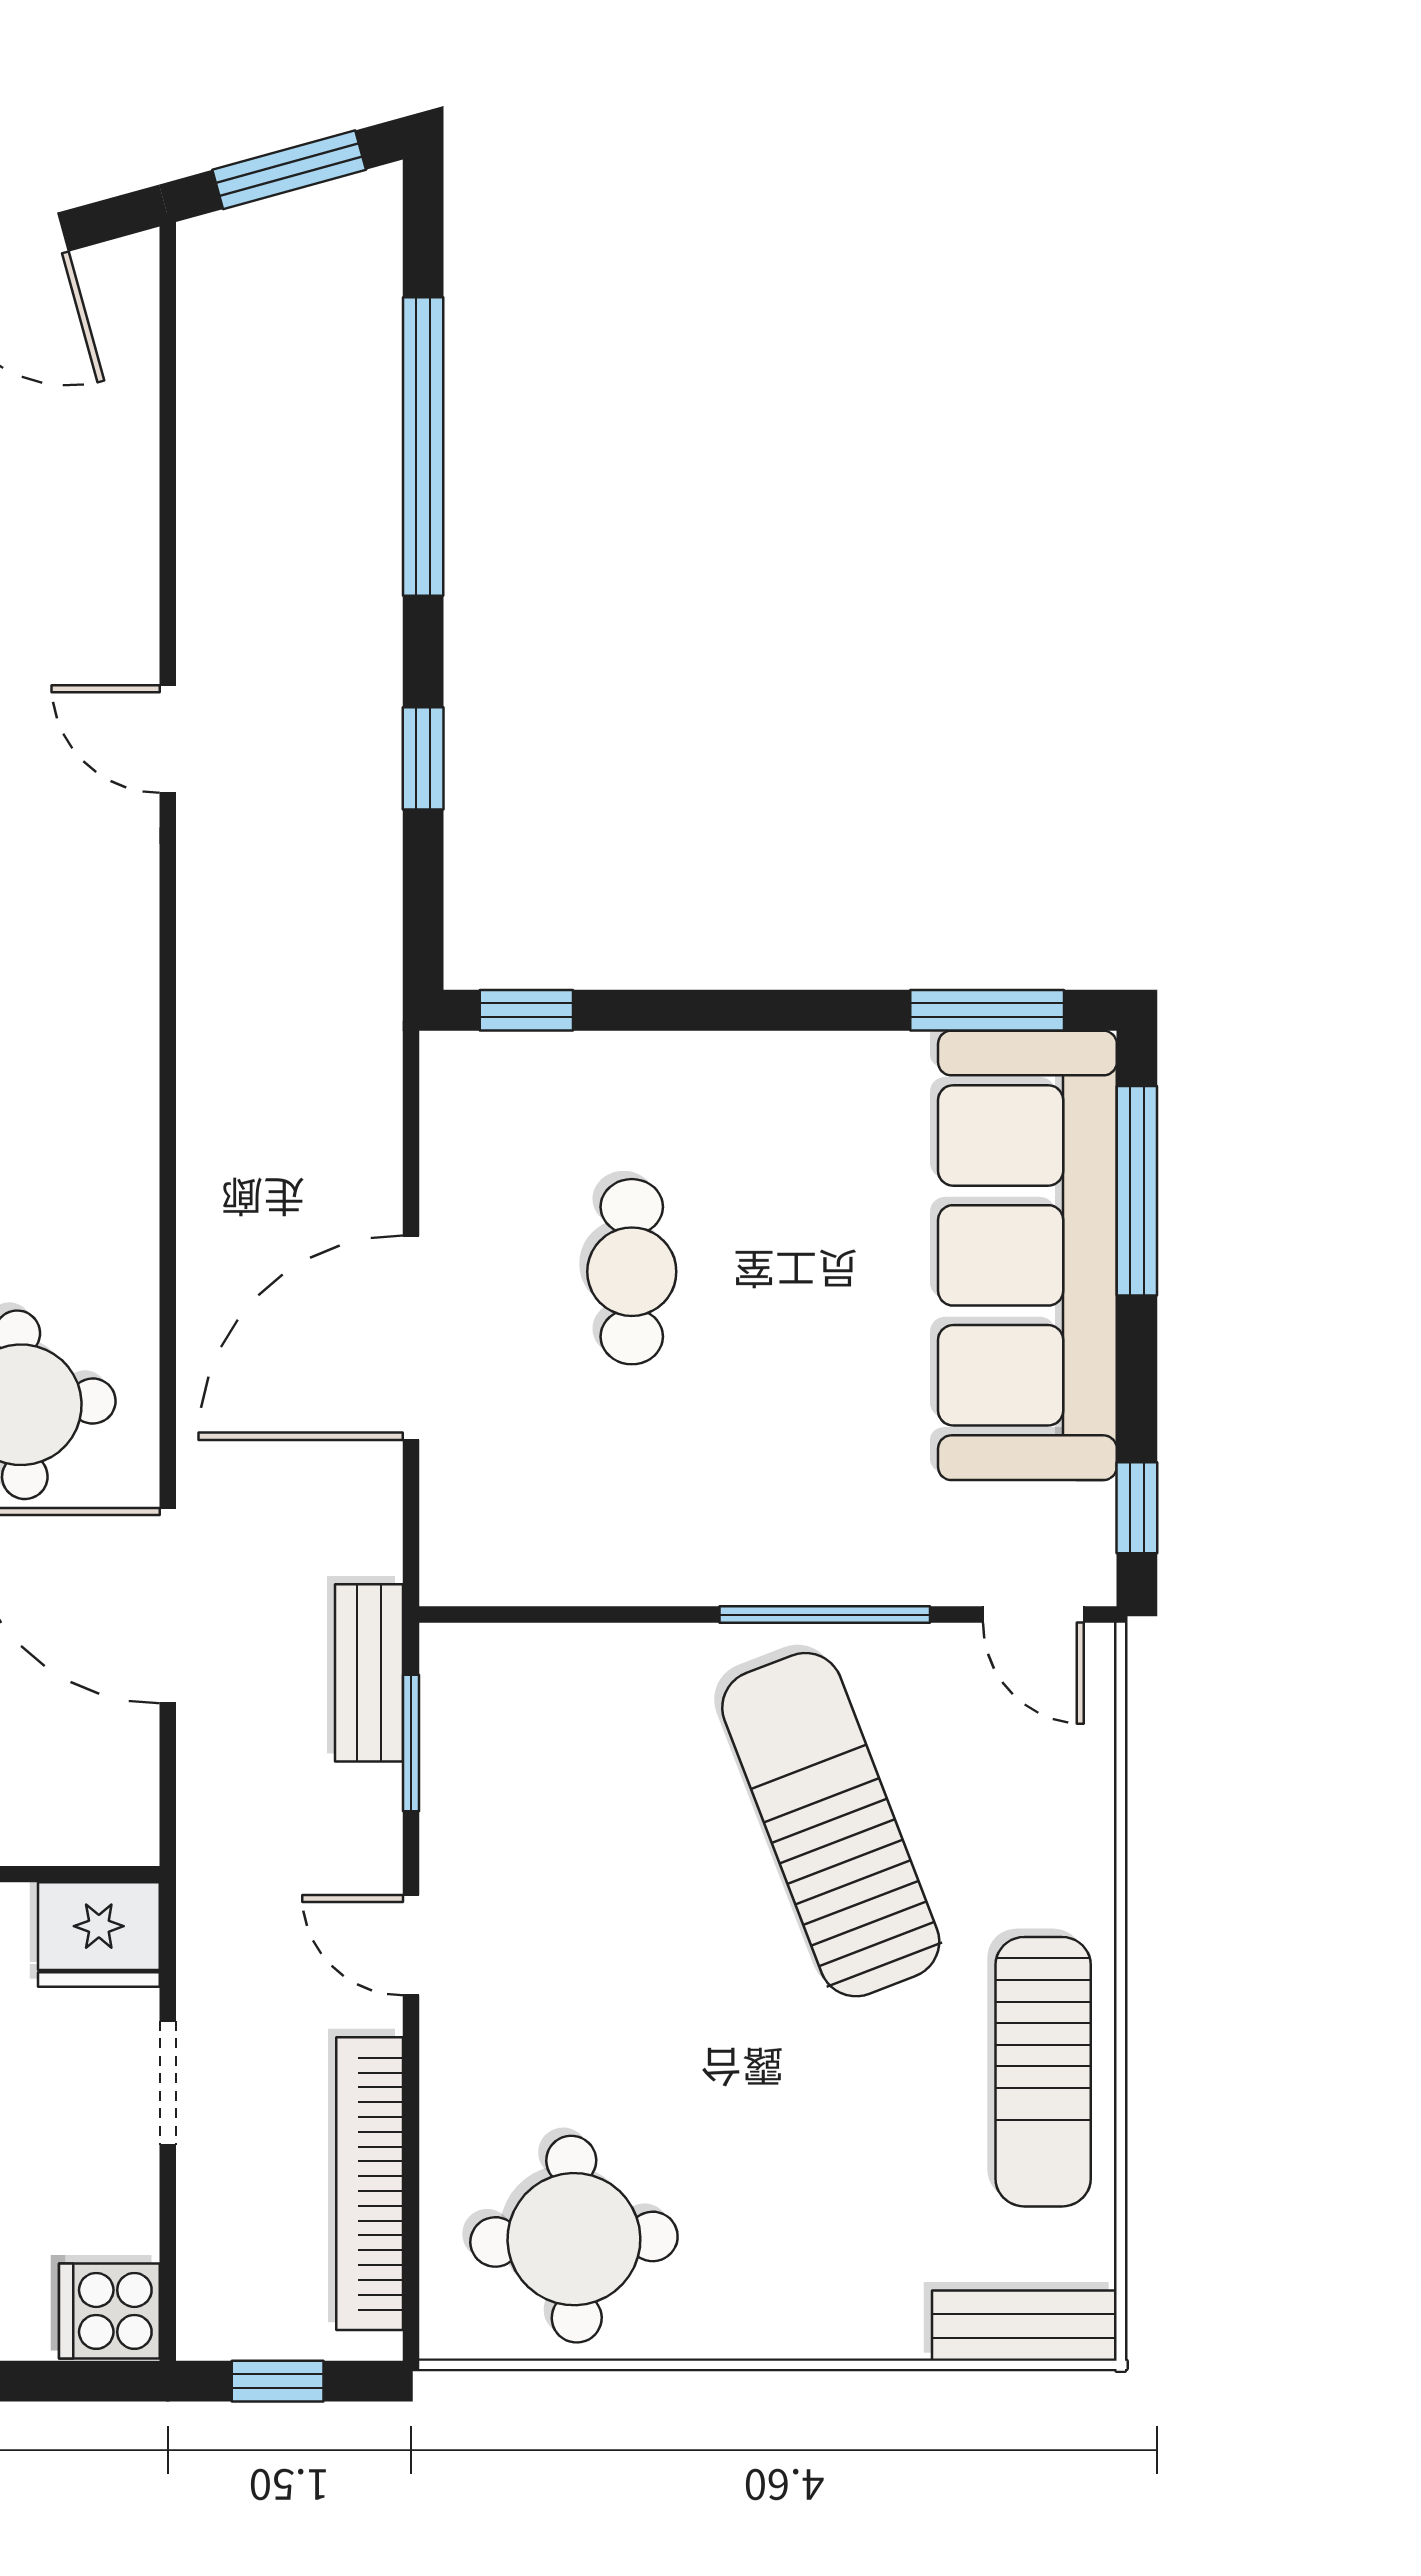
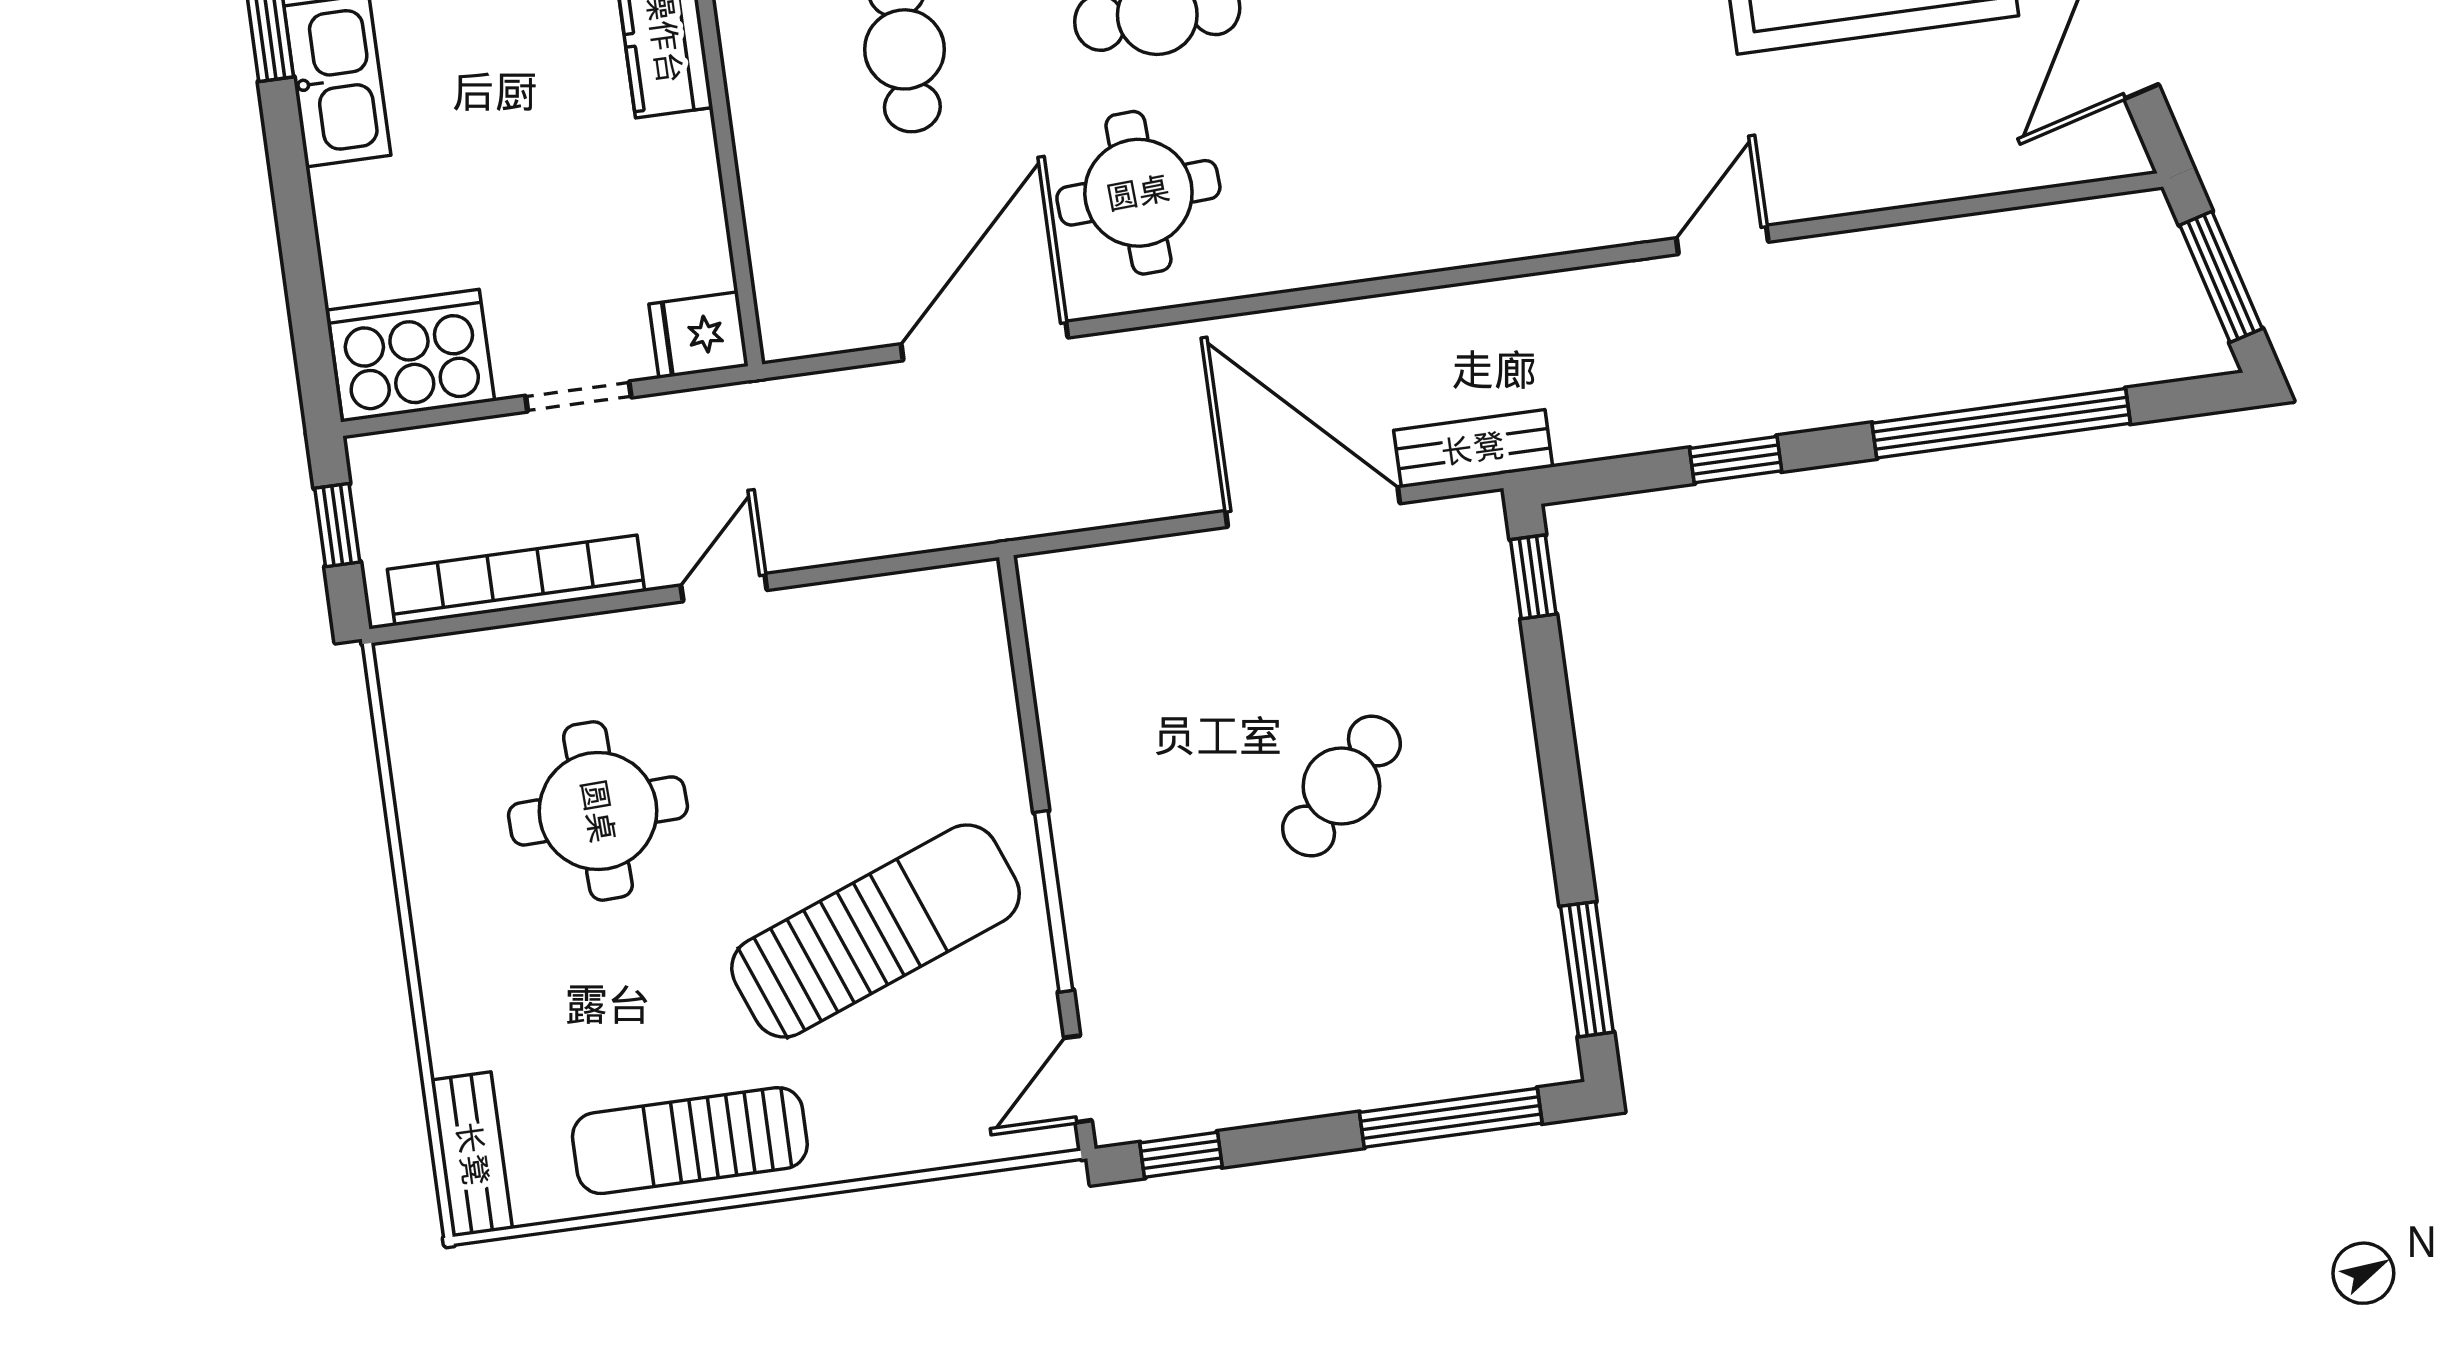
sofa: (1027, 1255) -> (1383, 1032), removed
cafe table: (632, 1272) -> (1341, 786), moved, turned -46
door: (411, 1338) -> (1313, 507), moved
bench: (369, 1673) -> (1473, 449), moved
window: (411, 1743) -> (896, 564), removed
fridge: (99, 1935) -> (699, 335), width x0.72
round table: (574, 2239) -> (598, 811), moved
cooker: (109, 2311) -> (411, 355), width x1.87, depth x1.31

